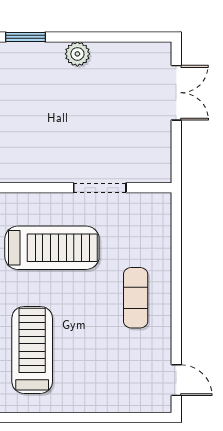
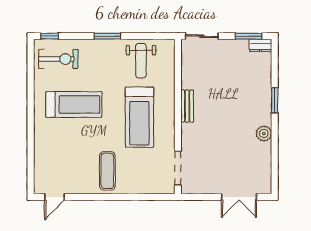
bench: (35, 173) -> (187, 106), added
doorway: (100, 188) -> (178, 168), moved
exercise mat: (136, 298) -> (107, 171), turned 90

